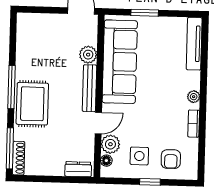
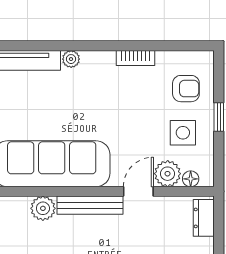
plant: (194, 97) -> (71, 59), moved
door: (98, 123) -> (138, 191), hinge flipped

